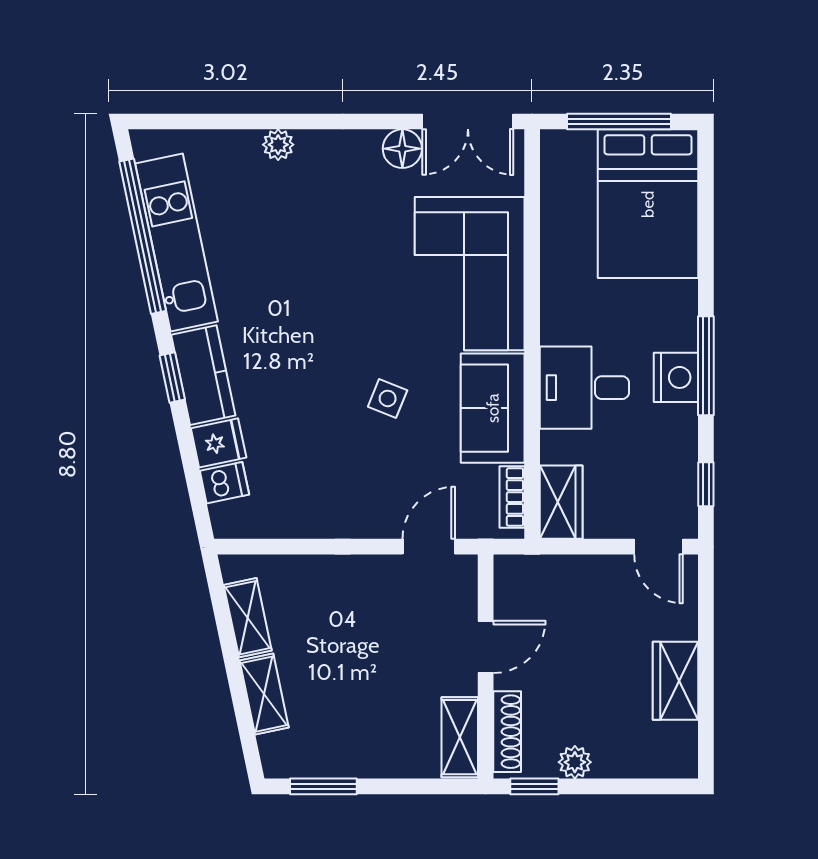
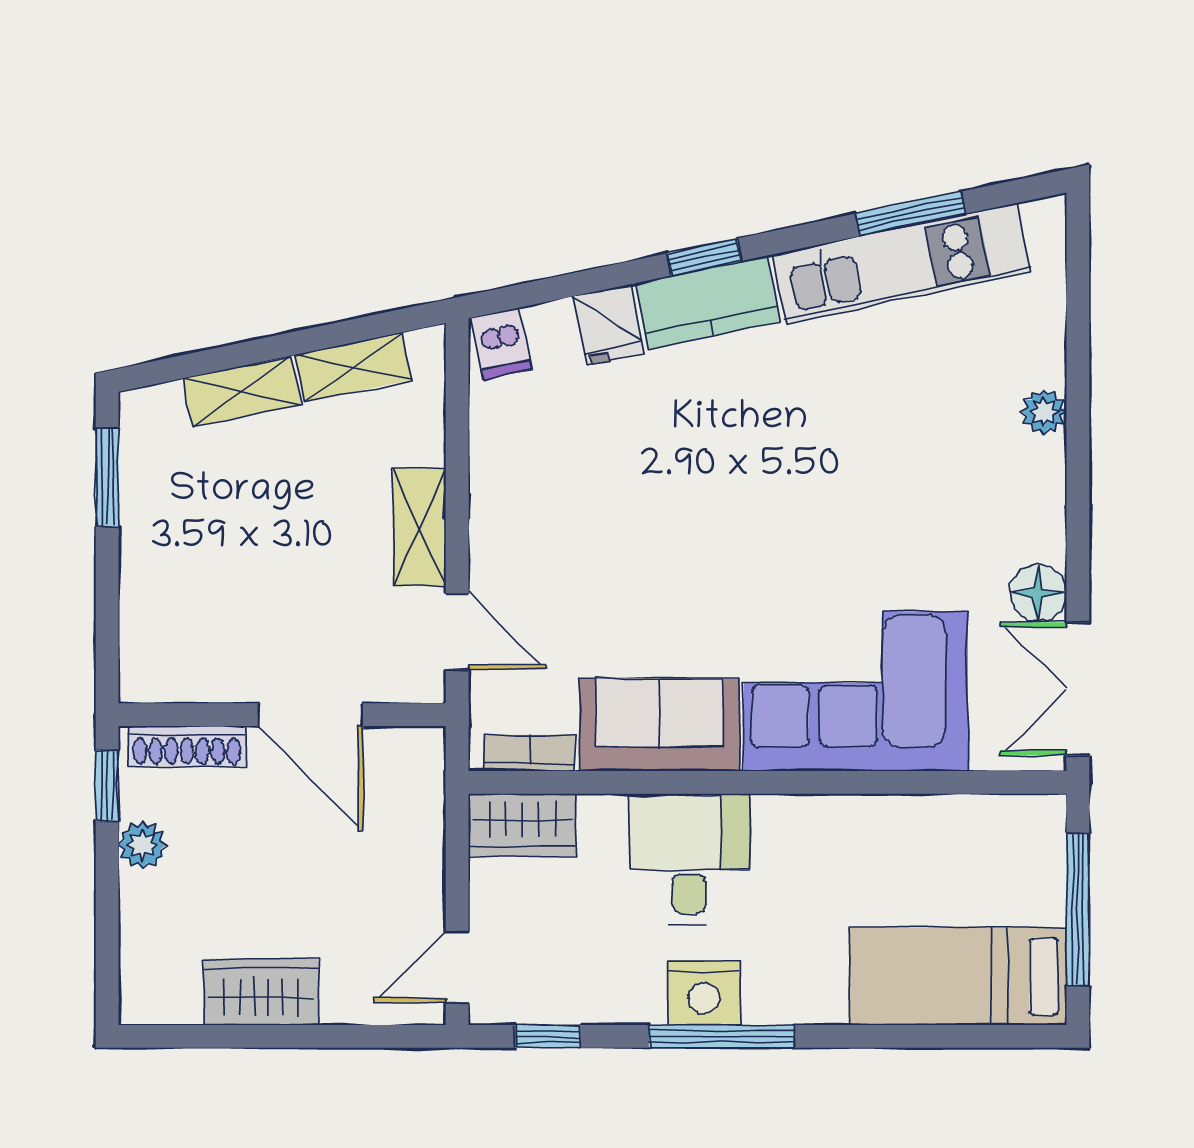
bed: (648, 204) -> (958, 976), width x0.67
window: (143, 236) -> (910, 214), width x0.47
side table: (388, 398) -> (673, 572), removed
dishwasher: (224, 483) -> (501, 344), moved
door: (486, 647) -> (311, 715), width x1.38
shelving: (460, 737) -> (419, 527), moved, turned 90

